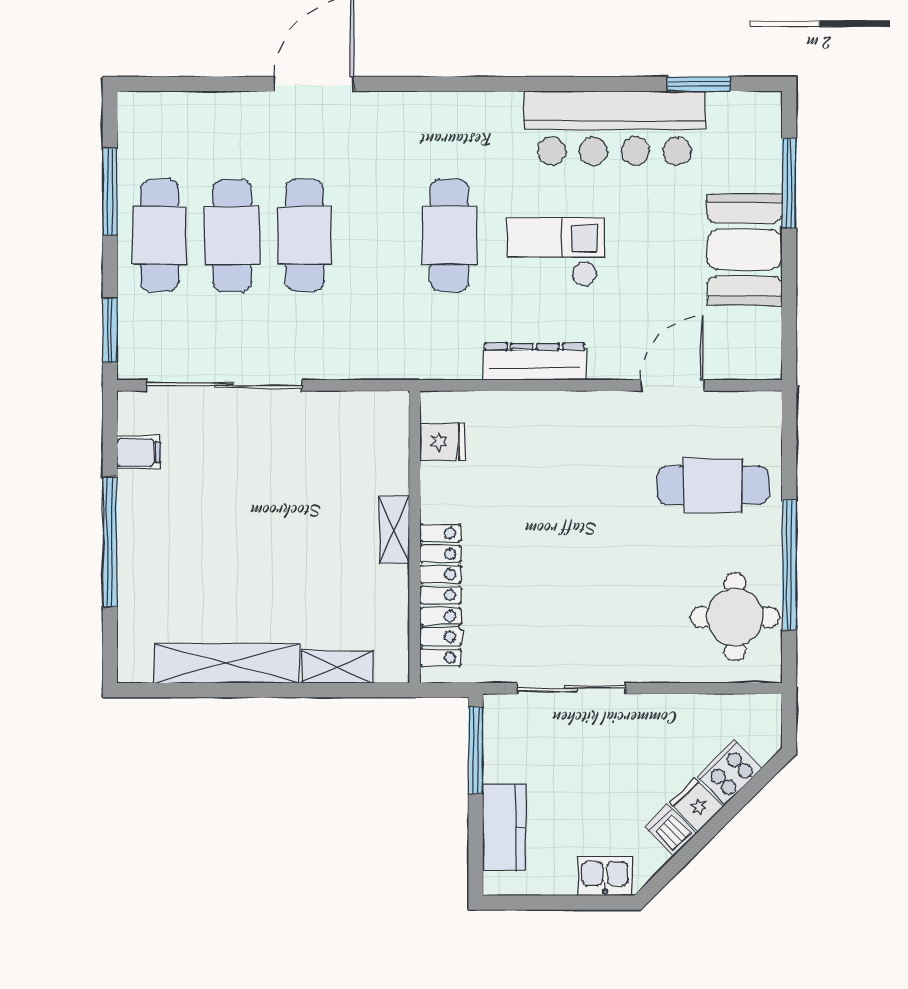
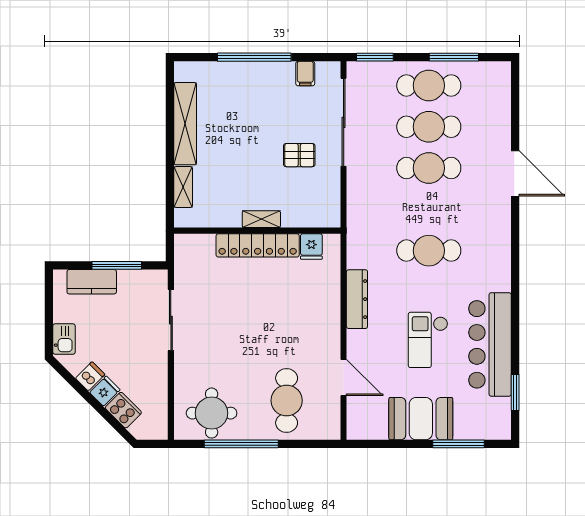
checkout: (556, 252) -> (428, 340), moved, turned 180
pallet: (282, 463) -> (299, 155), added
locker: (440, 595) -> (258, 245), moved
window: (476, 750) -> (117, 265), moved

